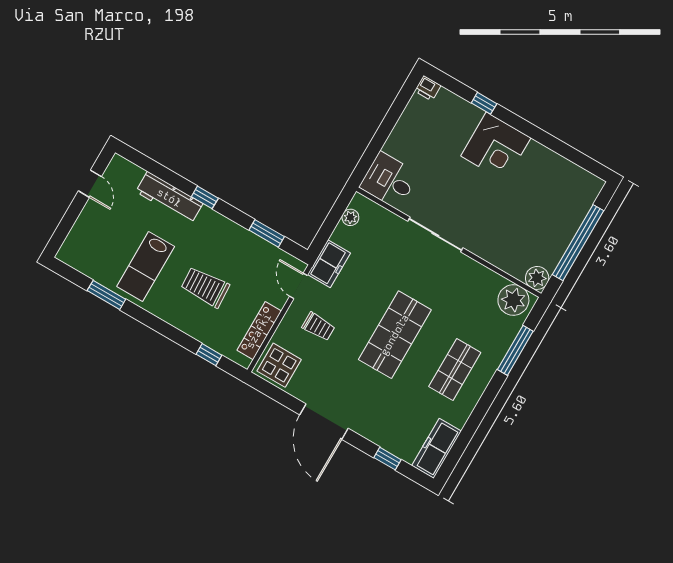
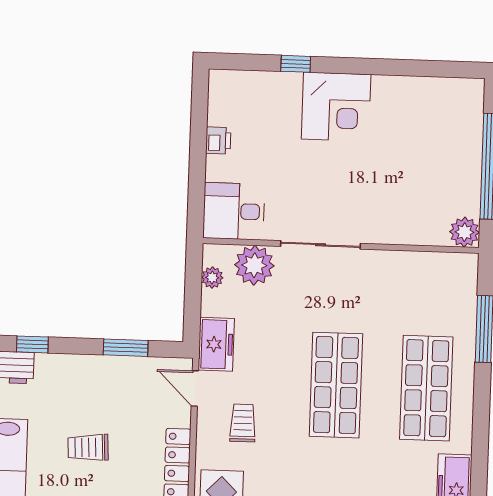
printer: (428, 88) -> (218, 140), moved, turned -90
trolley: (205, 287) -> (88, 447), width x0.73, depth x0.72
plant: (513, 300) -> (254, 265), moved
trolley: (318, 327) -> (243, 423), turned -90
shop shelf: (455, 369) -> (426, 388), width x1.43, depth x1.36

